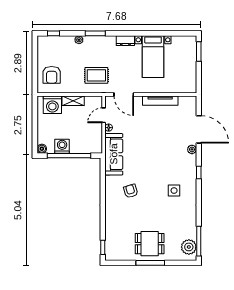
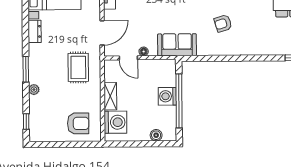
washing machine: (62, 146) -> (167, 96), moved
boiler: (42, 149) -> (156, 135), moved
sofa: (114, 154) -> (177, 45), width x0.73

